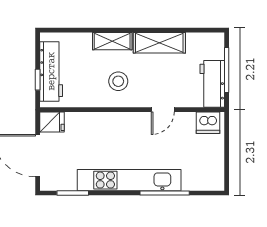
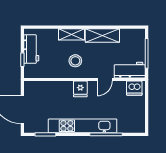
workbench: (51, 71) -> (31, 49), width x0.73
workbench: (212, 84) -> (130, 70), moved, turned 90
fridge: (52, 122) -> (80, 89), moved, turned 90

